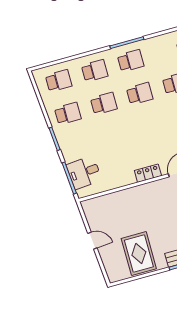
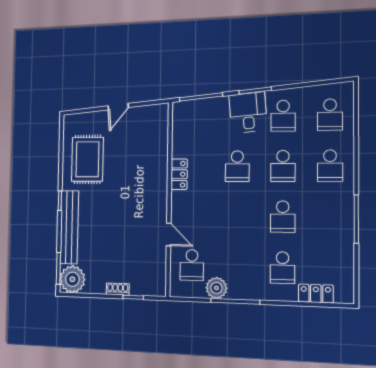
school desk: (131, 61) -> (237, 166), moved
desk: (84, 172) -> (248, 112), moved
locker: (148, 173) -> (179, 174), moved
rug: (139, 254) -> (87, 159), turned 90

